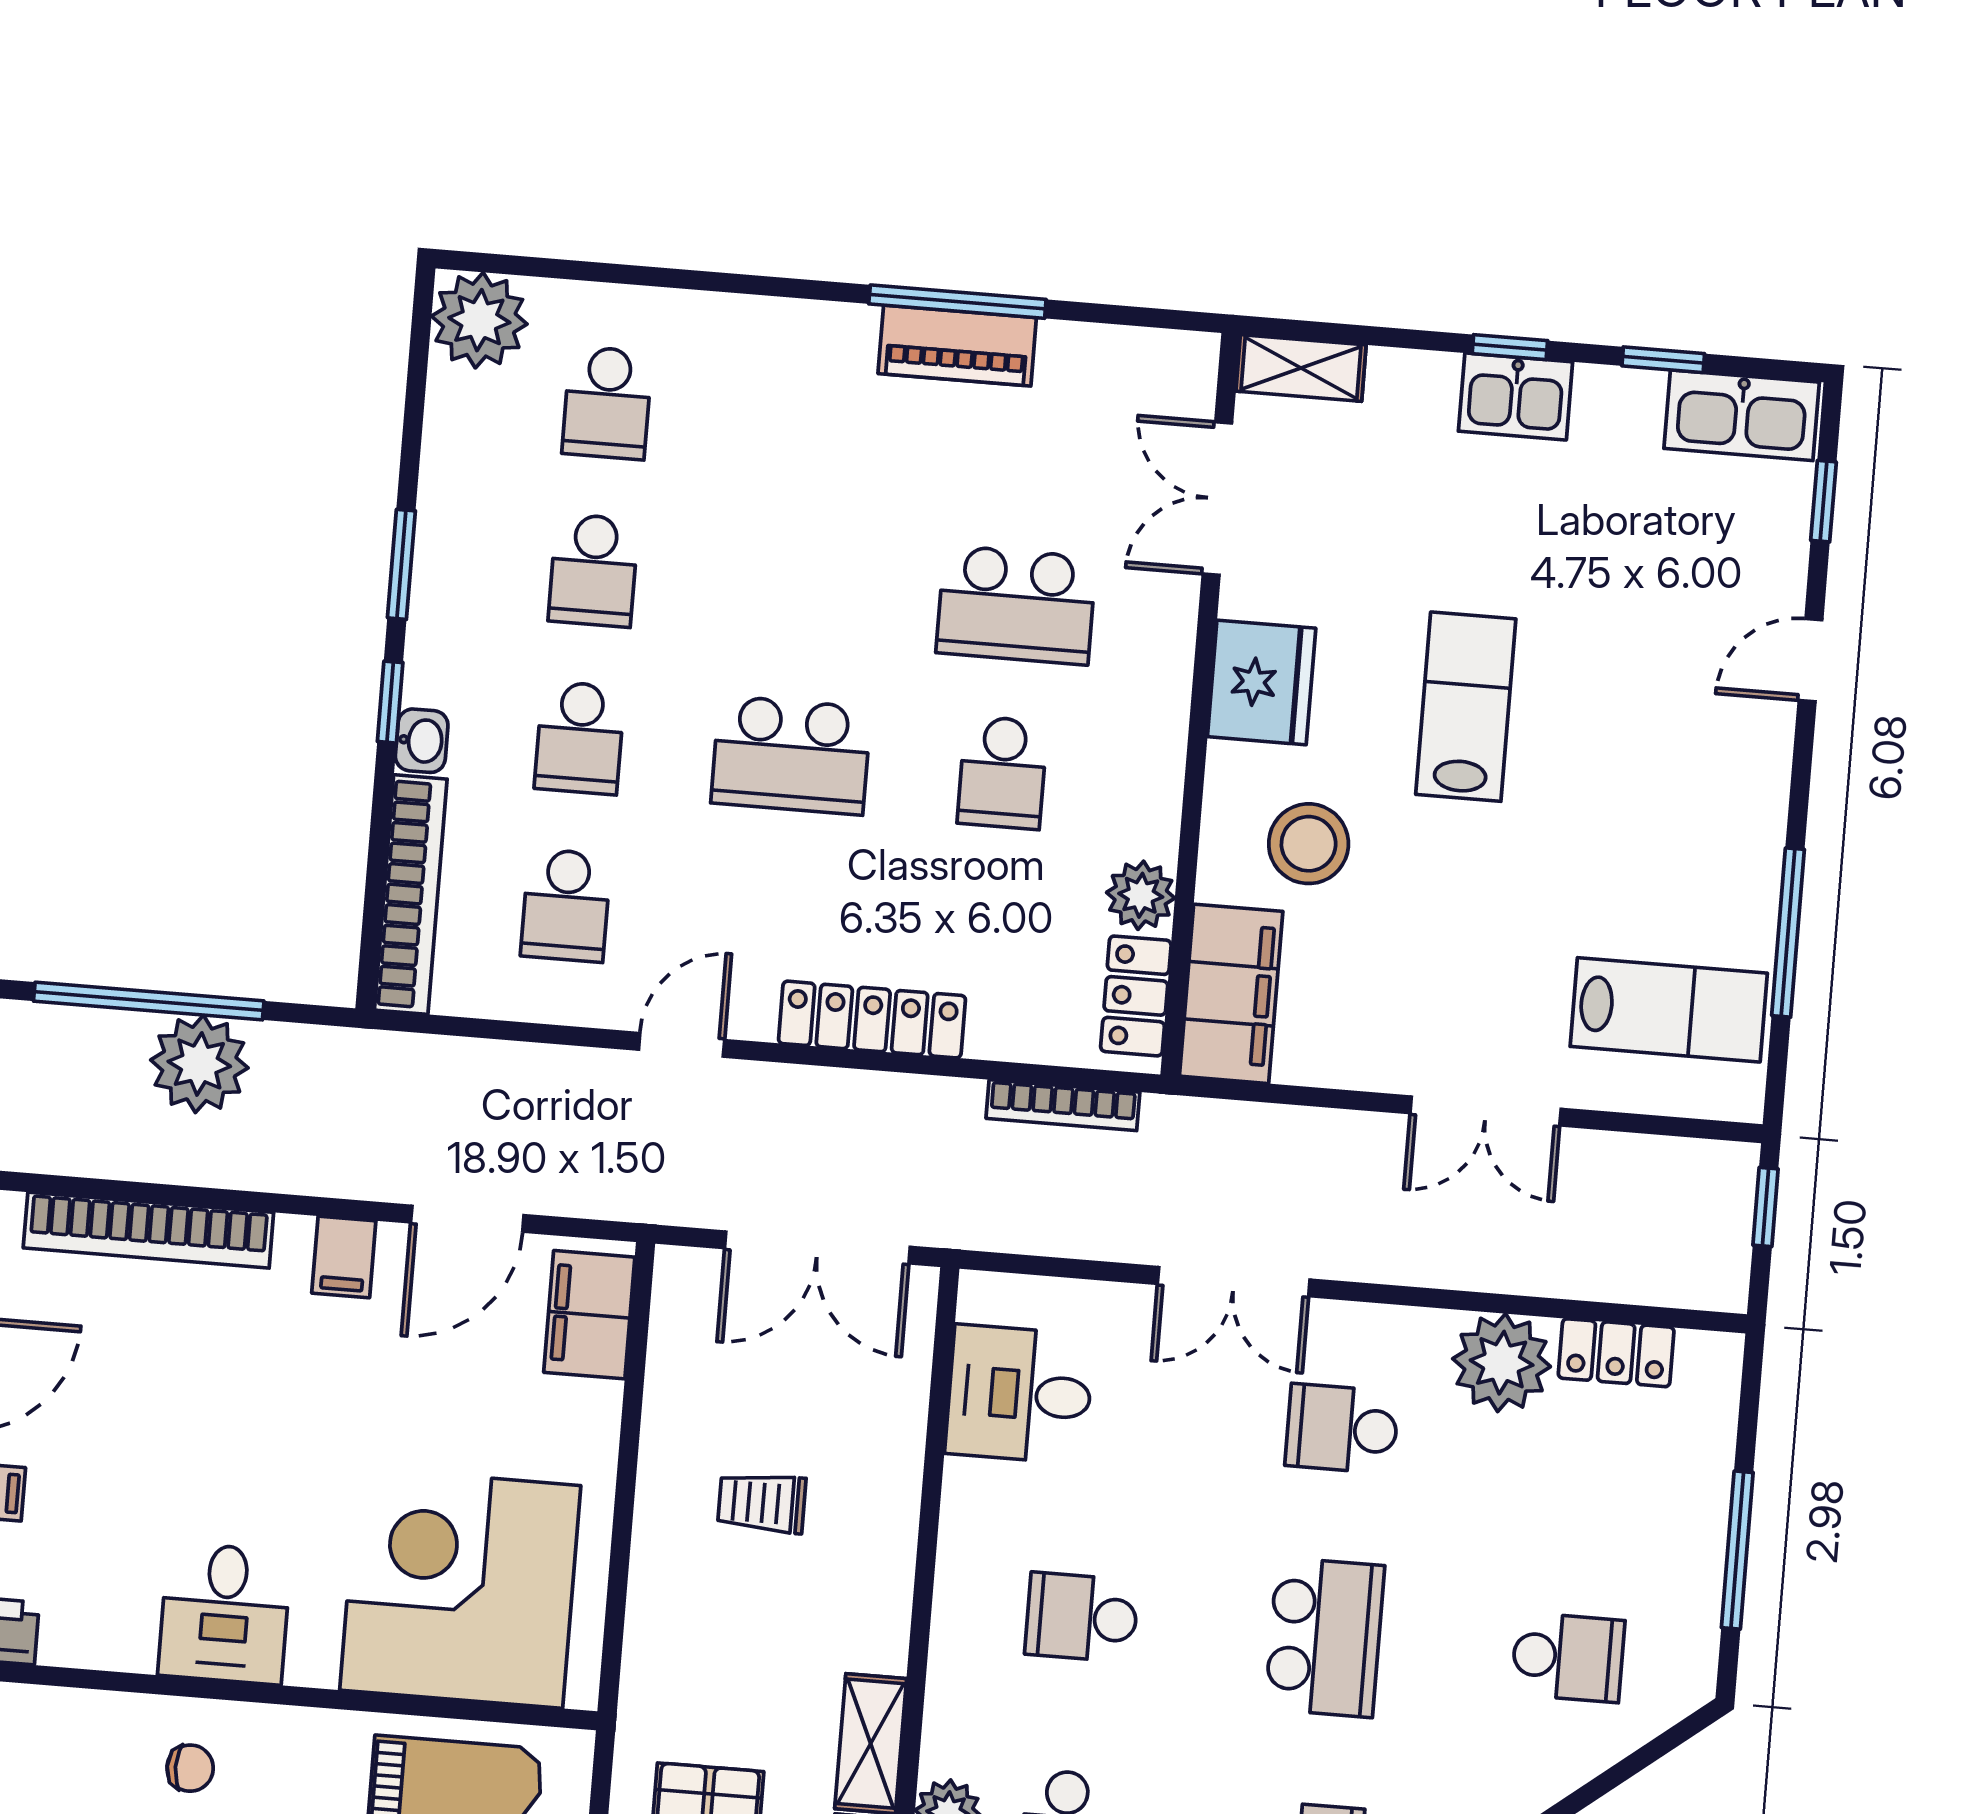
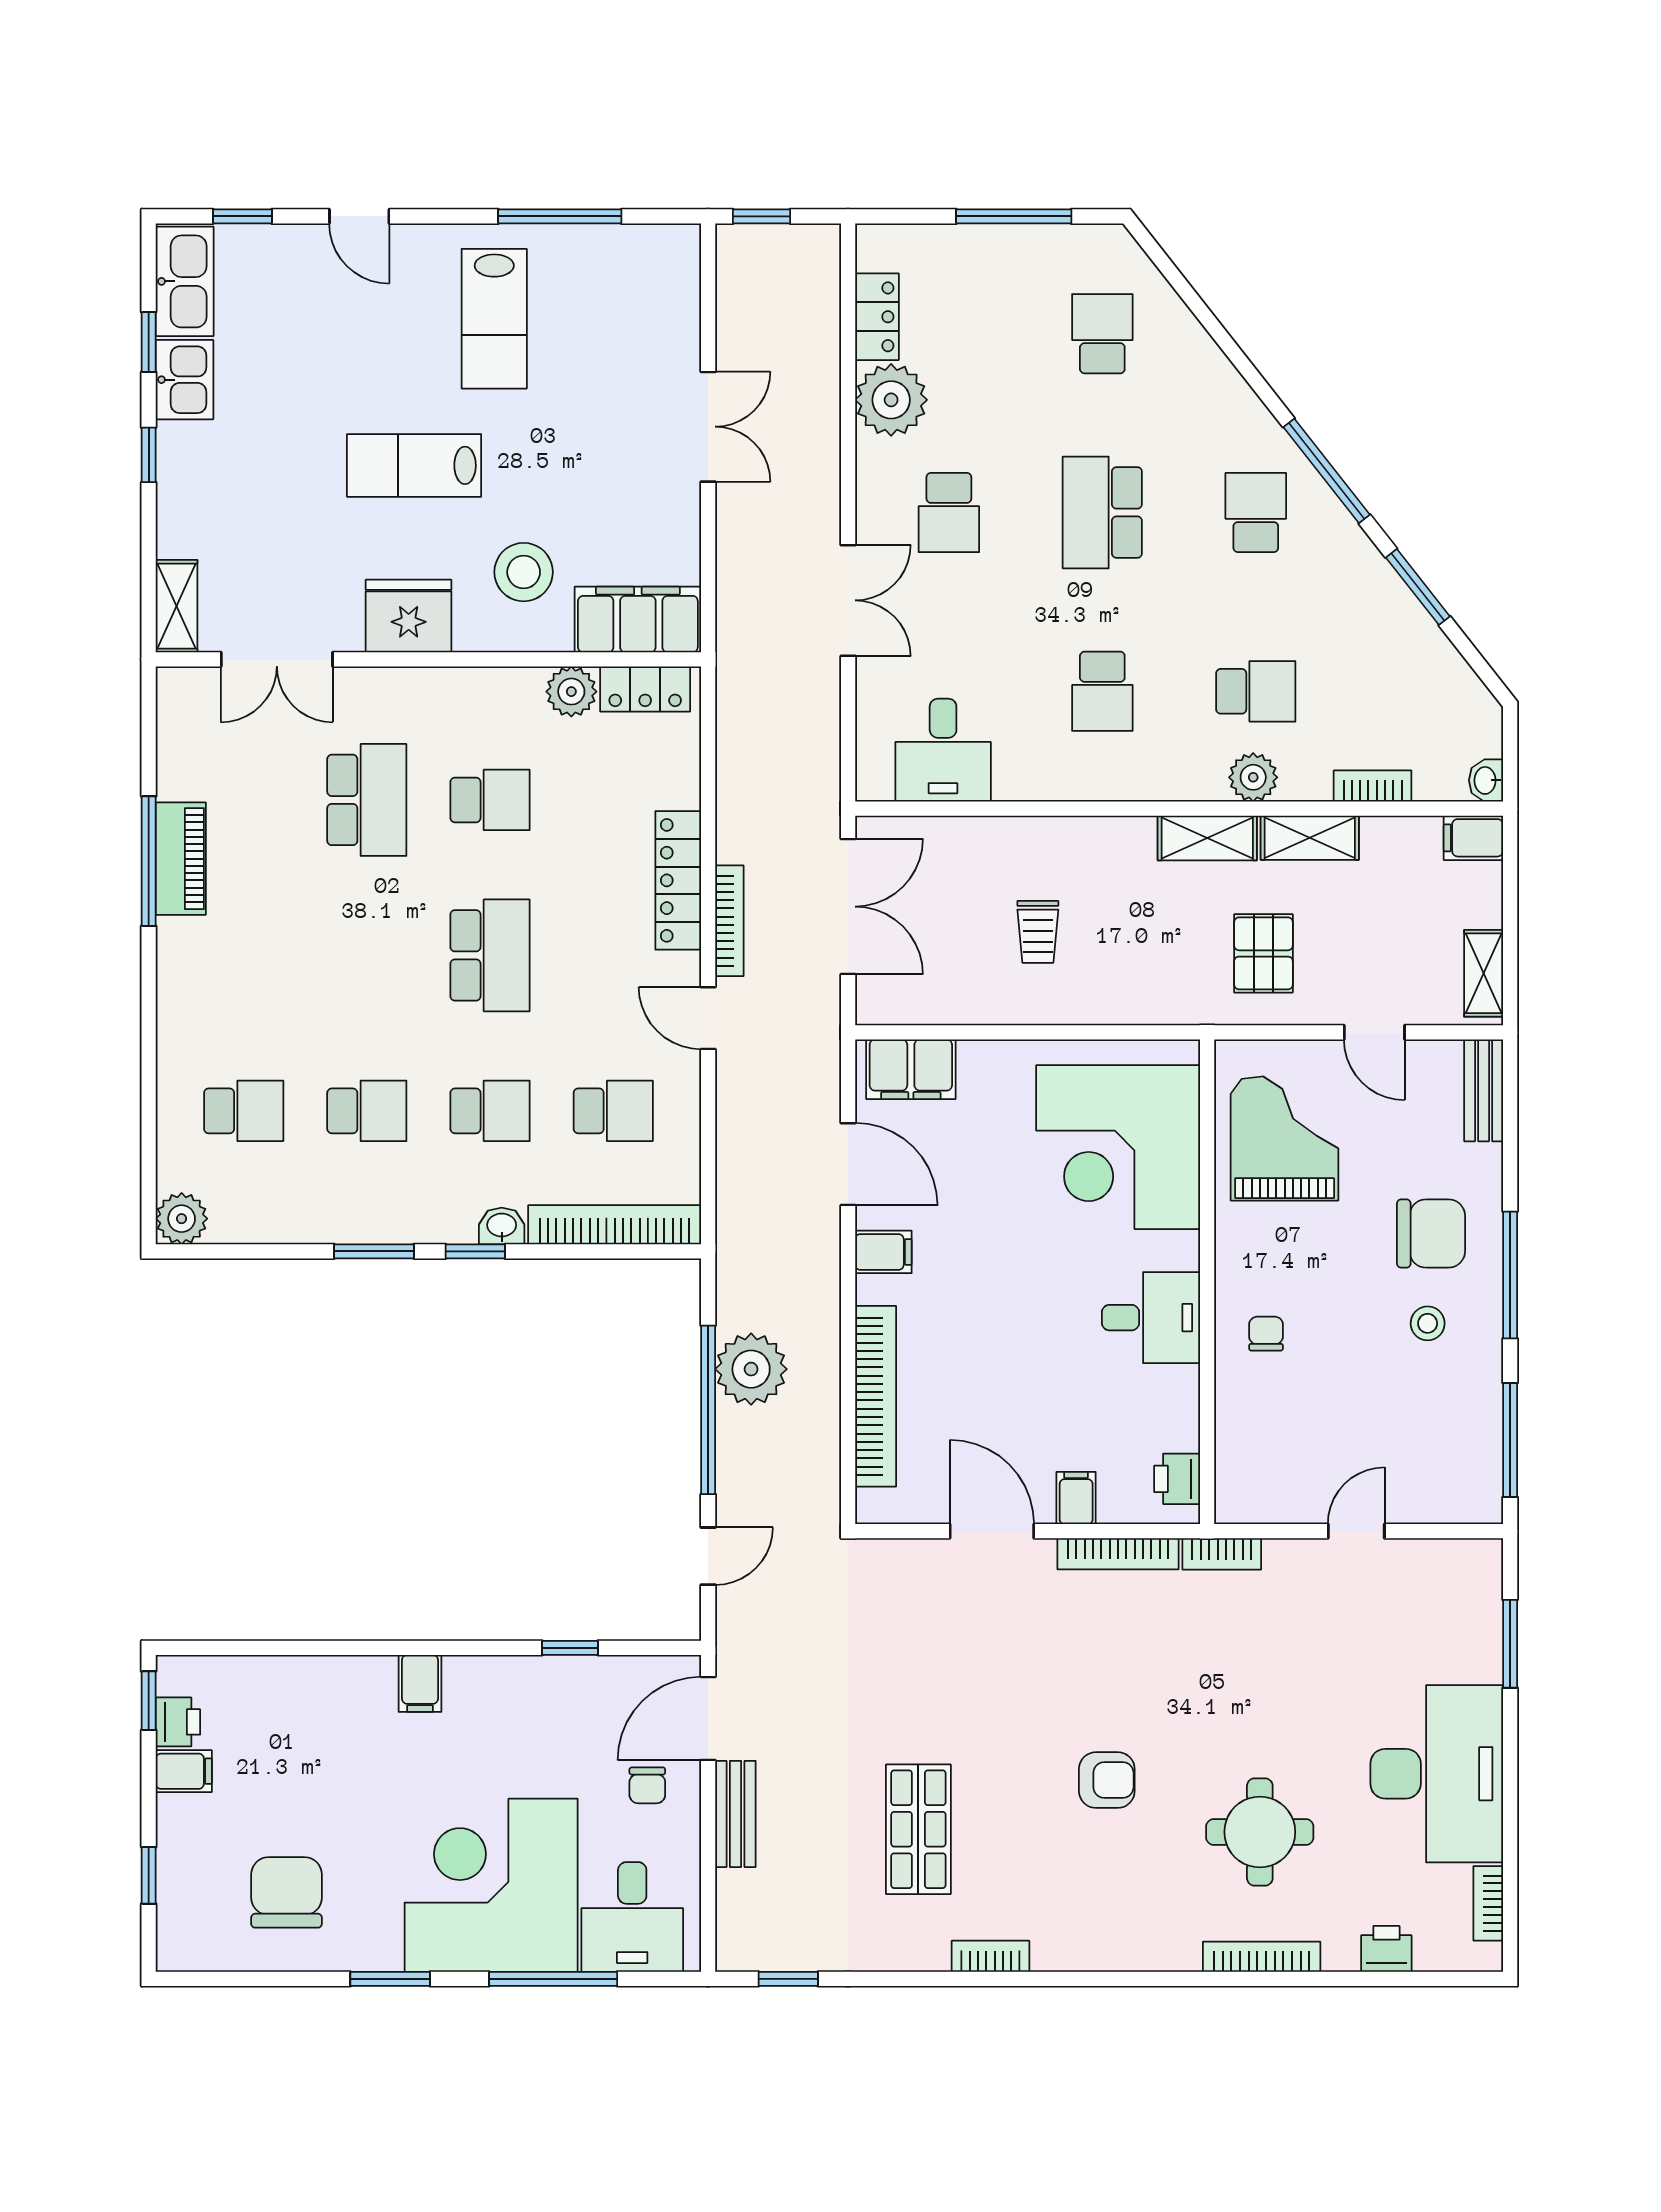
plant: (479, 320) -> (182, 1219), width x0.73, depth x0.73
kitchen sink: (1516, 397) -> (184, 380), moved
lab bench: (1669, 1010) -> (494, 319), moved, turned 180
bookcase: (1063, 1105) -> (729, 921), moved
school desk: (1325, 1637) -> (1102, 513), turned -90

